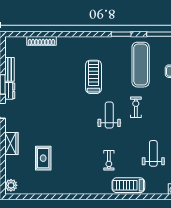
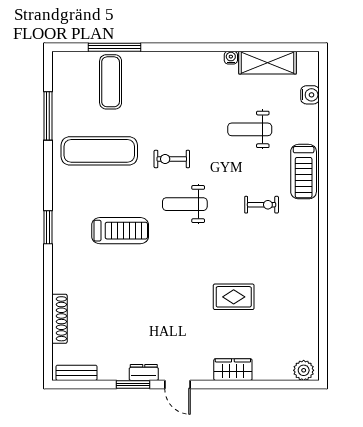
window: (121, 34) -> (48, 227), moved
bench: (10, 69) -> (76, 373), moved
treadmill: (93, 77) -> (120, 231), turned 180
rug: (43, 158) -> (234, 297), moved

